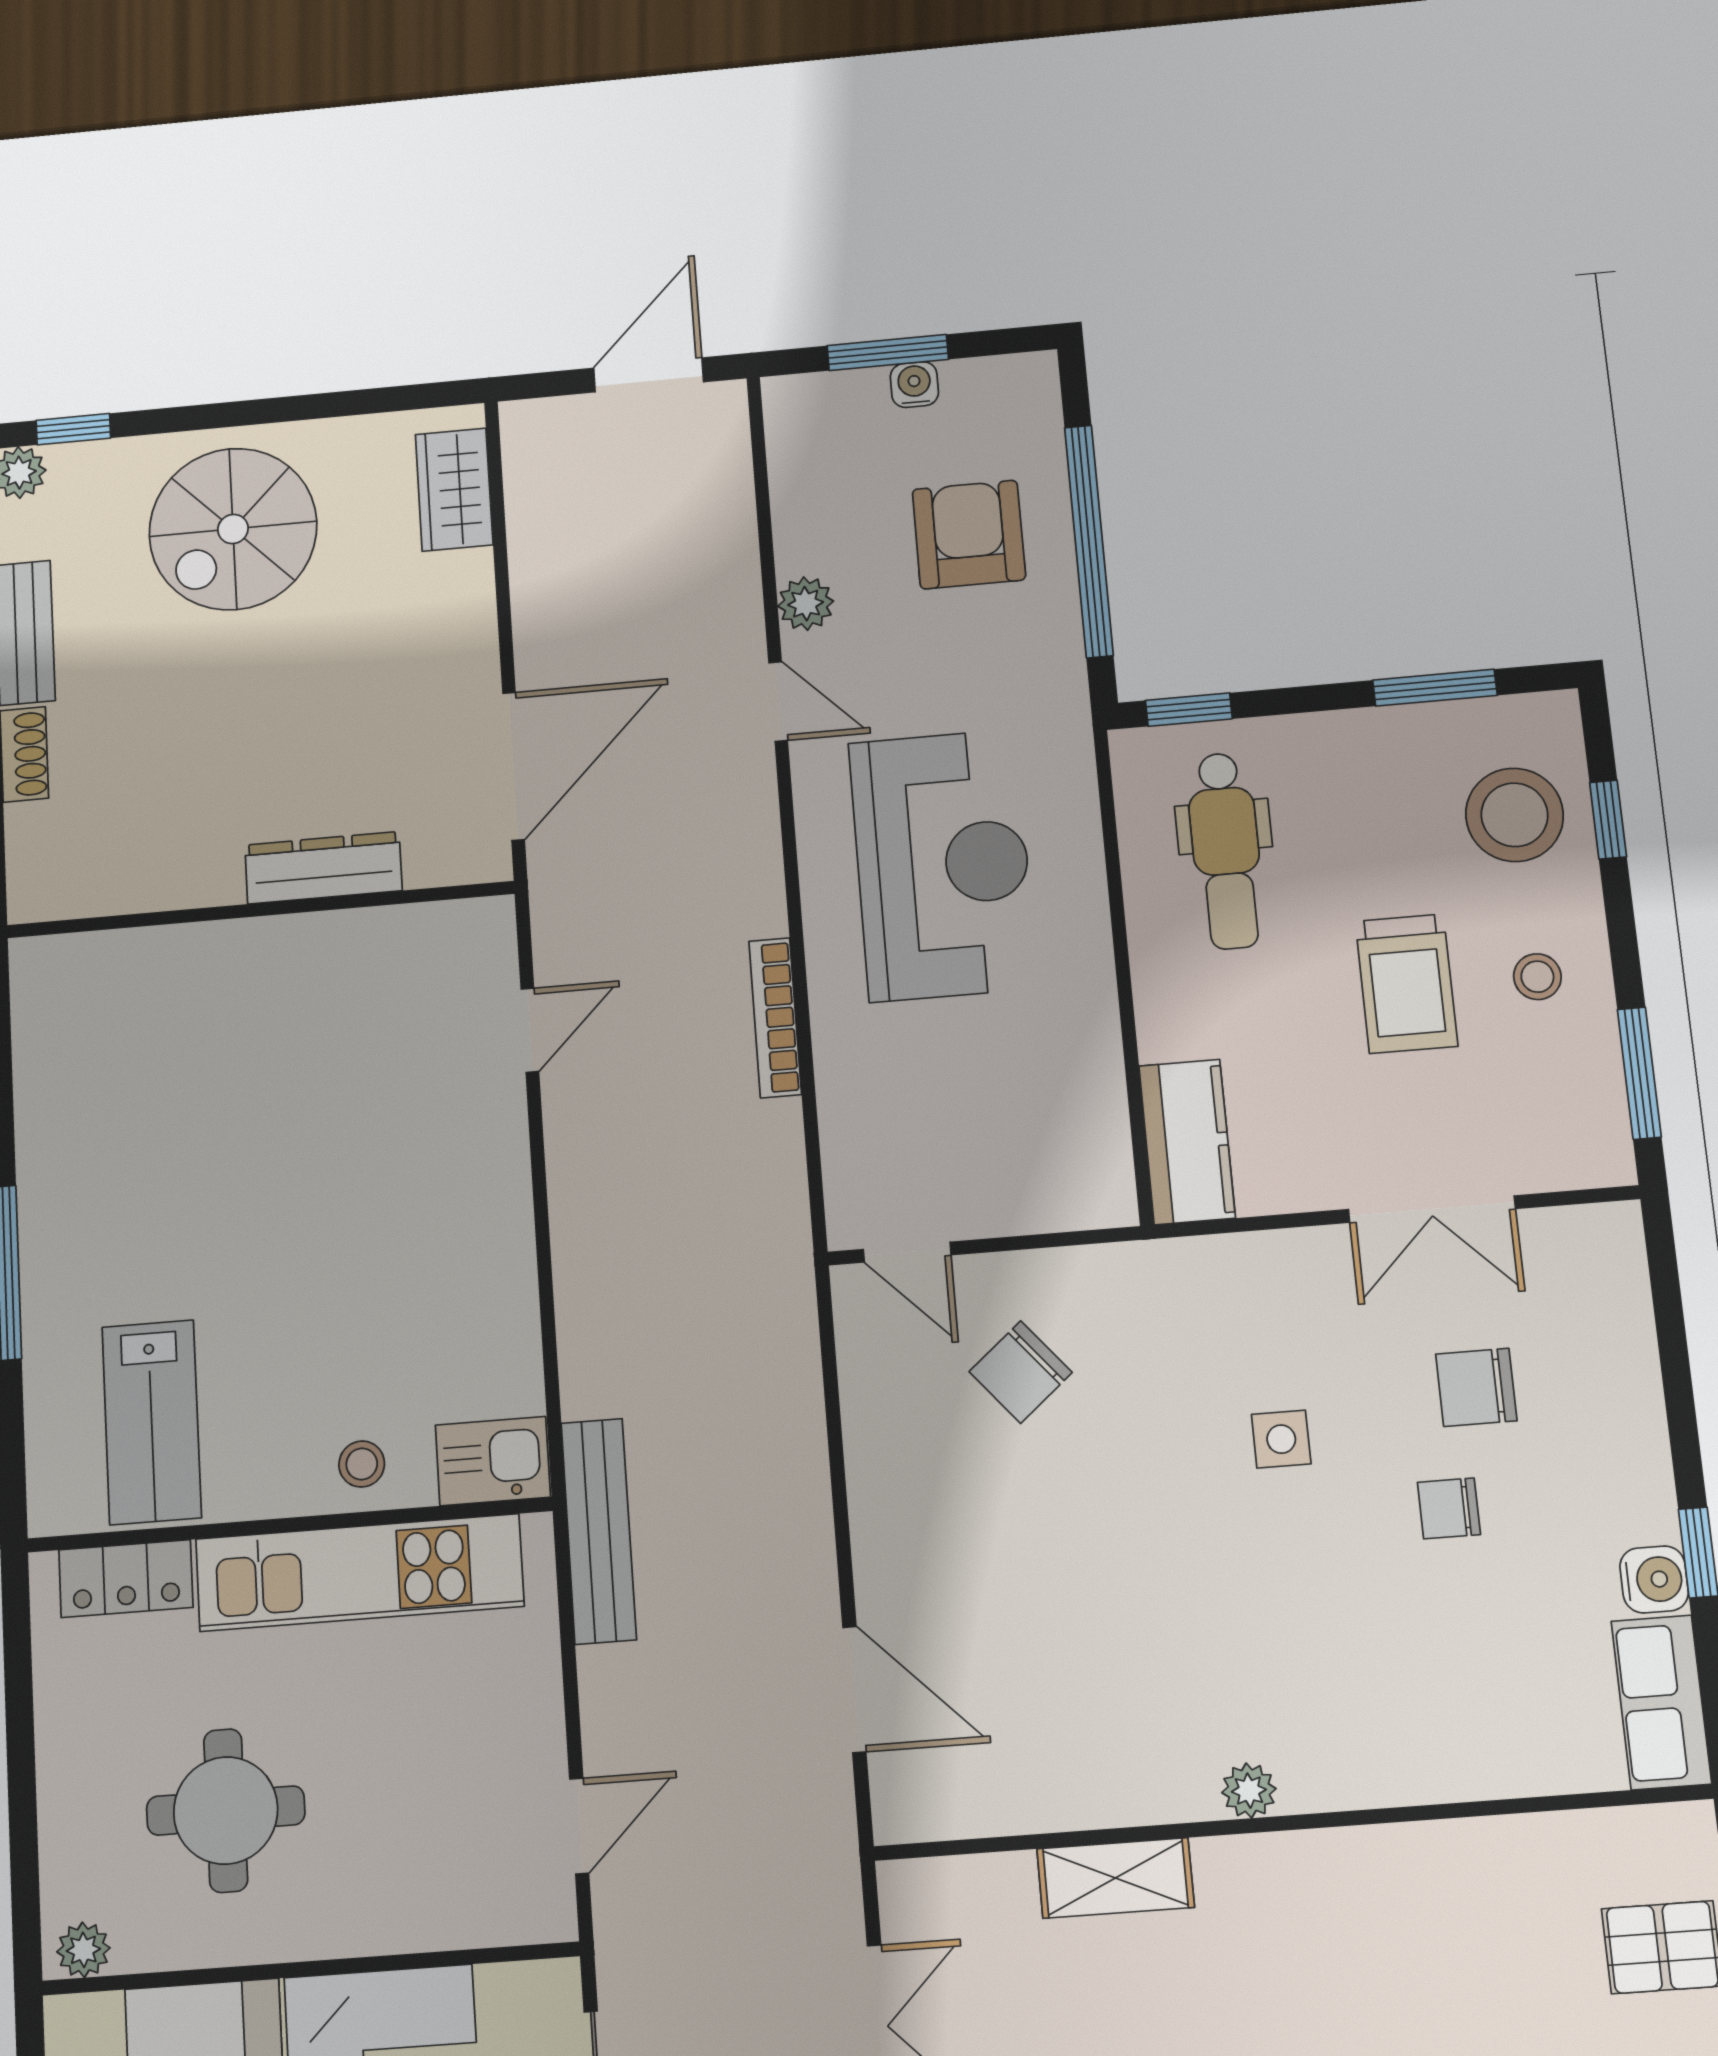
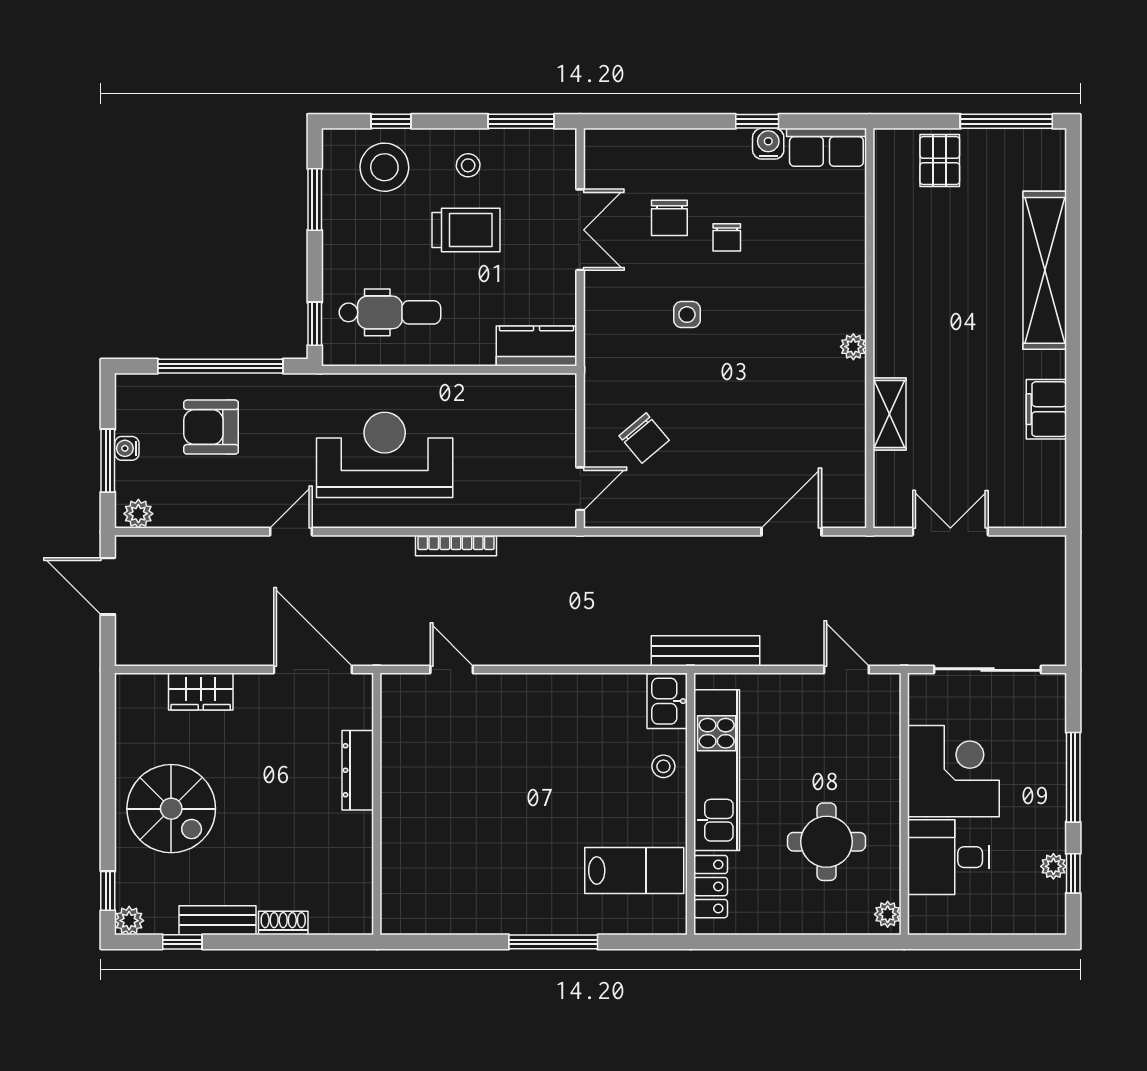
wardrobe: (454, 490) -> (201, 692), moved
plant: (806, 604) -> (138, 514), moved

